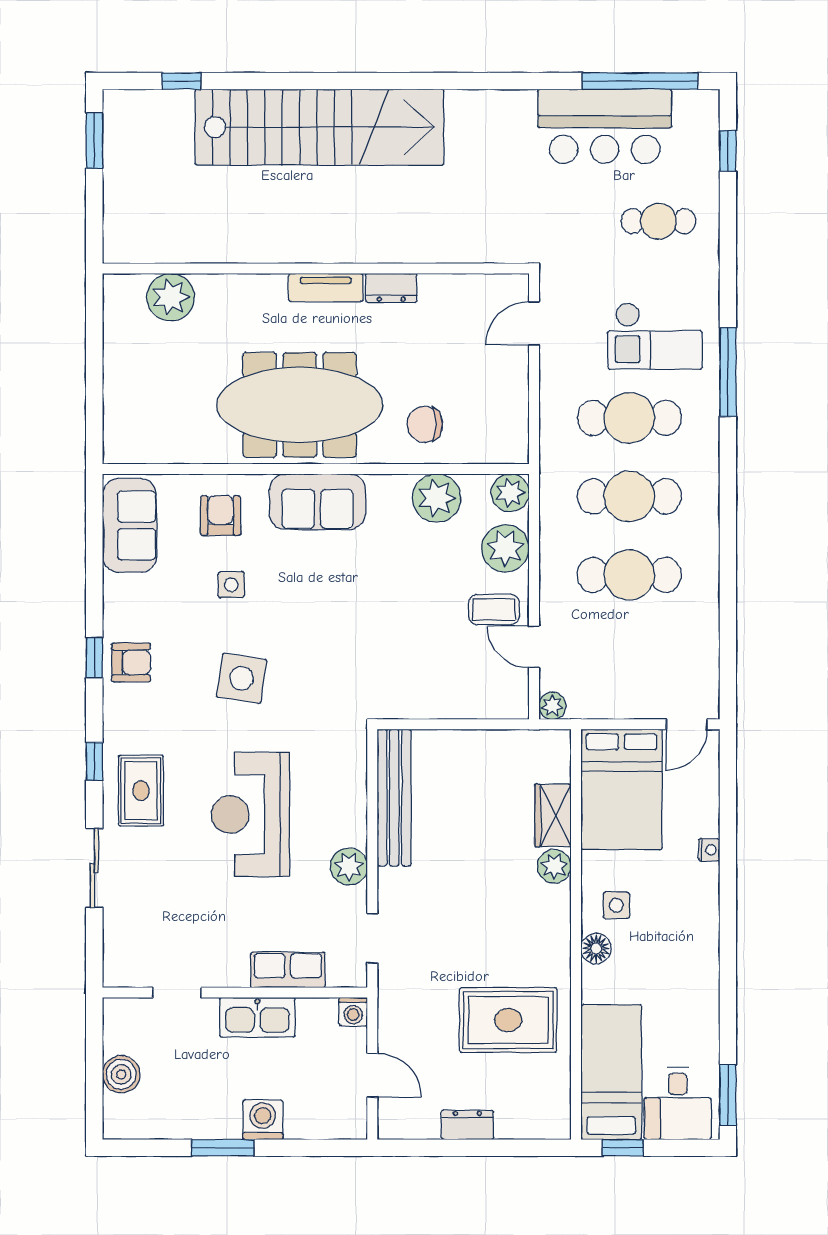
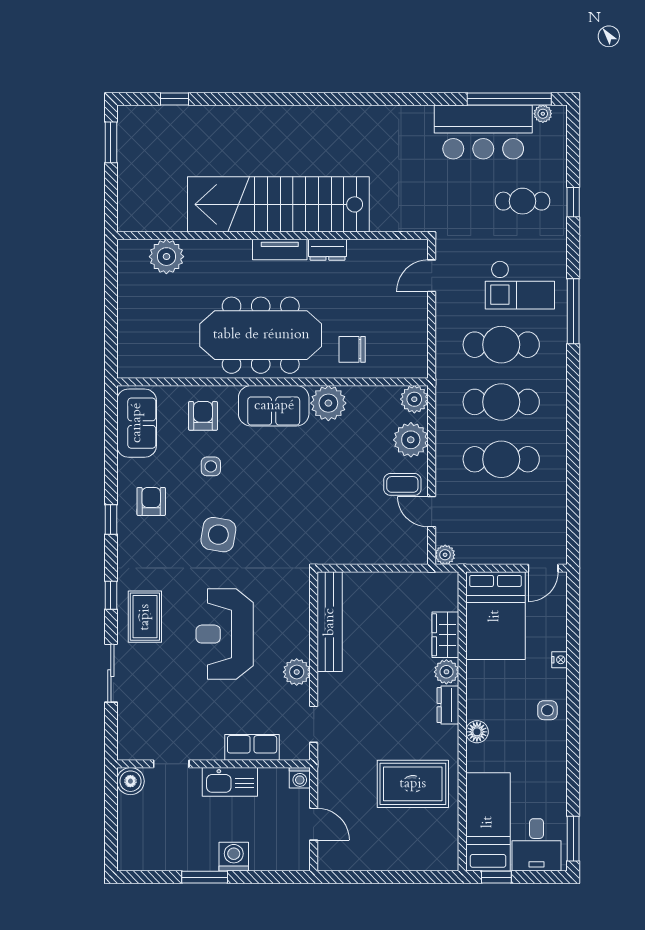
plant: (686, 101) -> (543, 114), added
stairs: (319, 127) -> (278, 204), moved, turned 180
window: (728, 151) -> (573, 202), moved
plant: (436, 498) -> (328, 403), moved
armchair: (131, 662) -> (151, 501), moved, turned -90
side table: (616, 905) -> (547, 710), moved
boiler: (121, 1074) -> (130, 781), moved
dresser: (467, 1125) -> (448, 705), moved, turned -90

